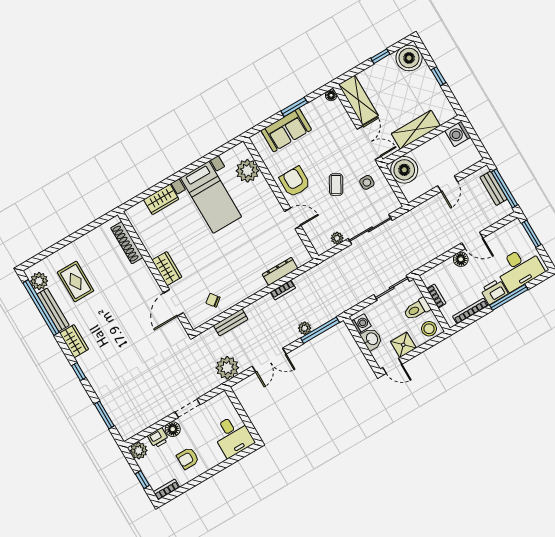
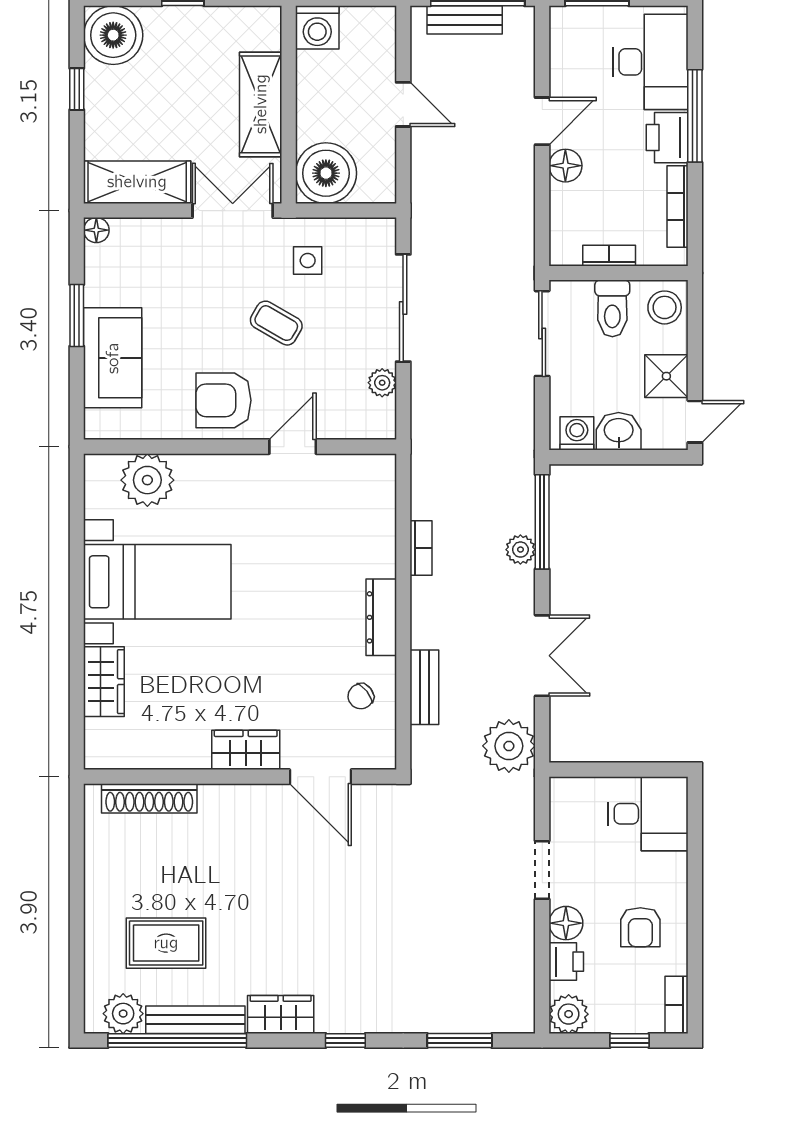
dresser: (280, 271) -> (381, 617), moved

